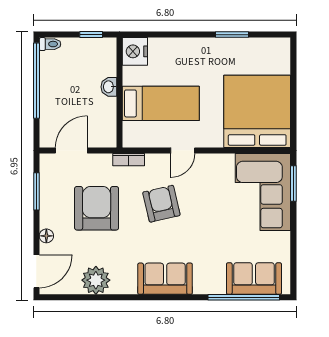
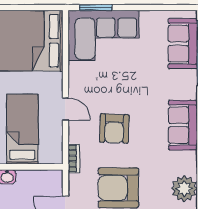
armchair: (161, 204) -> (114, 128), turned -75

